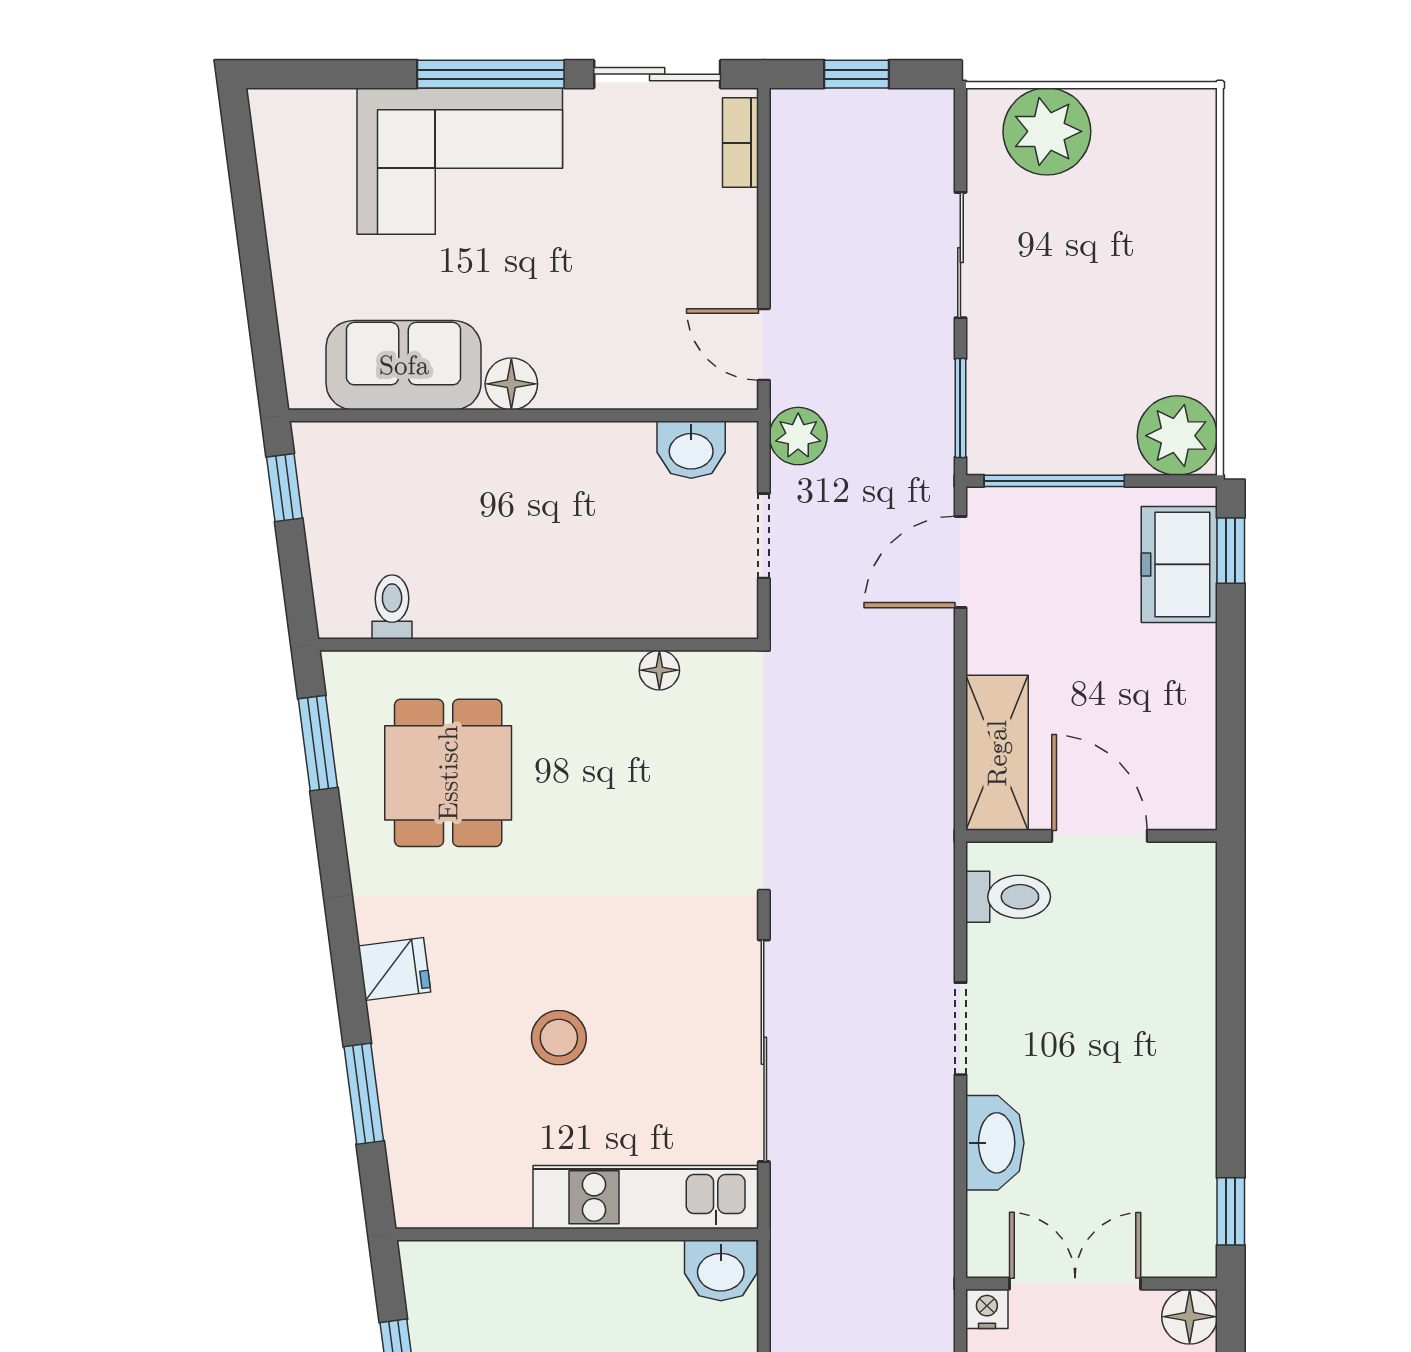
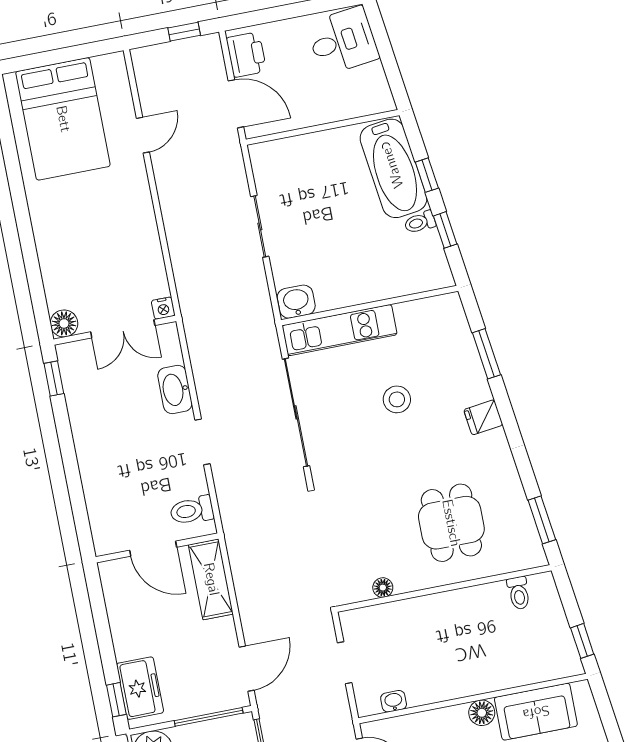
plant: (798, 436) -> (337, 714), removed
washbasin: (691, 450) -> (394, 701), width x0.72, depth x0.69
dining table: (448, 773) -> (451, 523), moved

